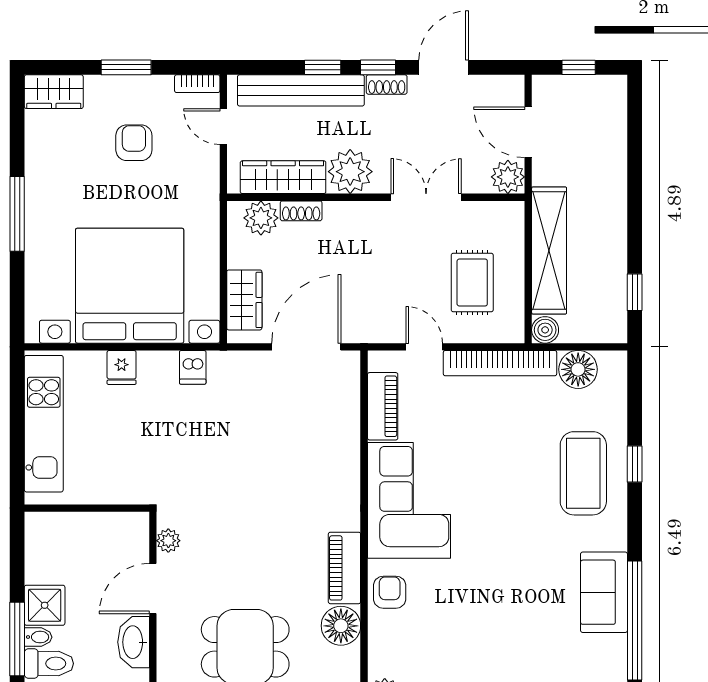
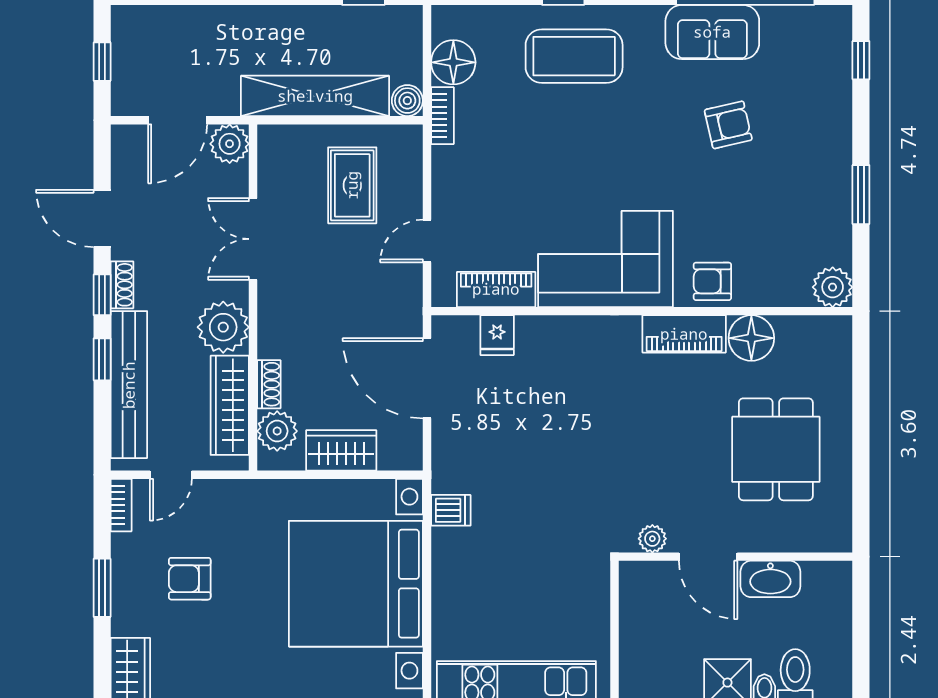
rug: (472, 283) -> (352, 185), turned 90
wardrobe: (244, 300) -> (341, 450), moved
bookcase: (500, 363) -> (442, 116), width x0.43, depth x0.76
fridge: (122, 367) -> (497, 335), moved, turned 90
armchair: (524, 606) -> (728, 125), added

